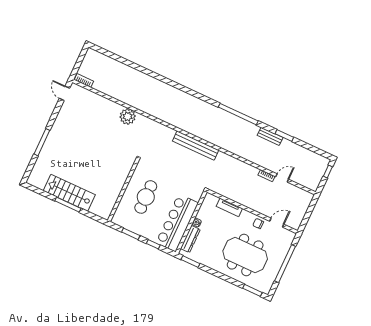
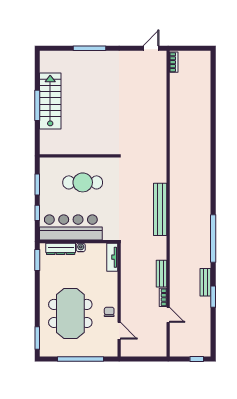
plant: (128, 117) -> (157, 125), removed
bench: (247, 168) -> (161, 274), added
tv unit: (229, 207) -> (112, 257), moved

